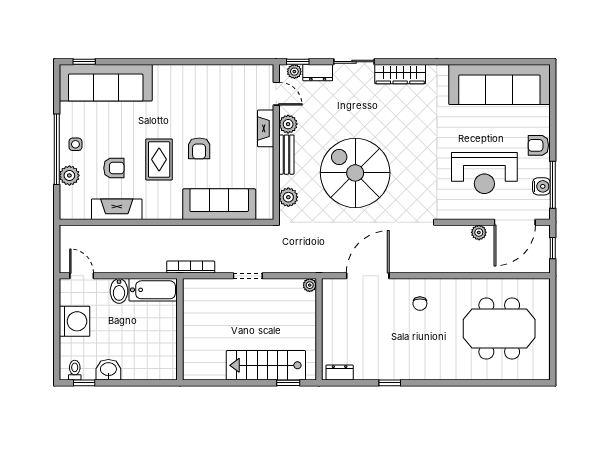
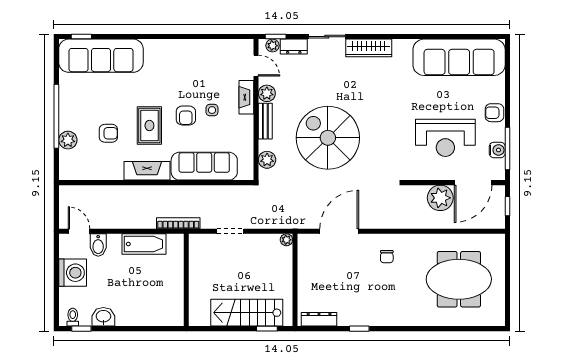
side table: (75, 144) -> (212, 110), moved
fireplace: (117, 209) -> (147, 171), moved
plant: (479, 232) -> (440, 198), width x1.87, depth x1.87
bidet: (119, 291) -> (98, 245), moved
wall: (180, 329) -> (186, 280), moved
dresser: (340, 373) -> (319, 319), width x1.44

